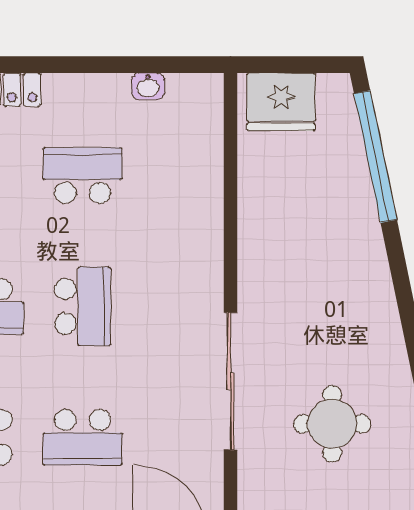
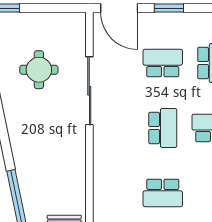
school desk: (83, 306) -> (163, 128), turned 180

